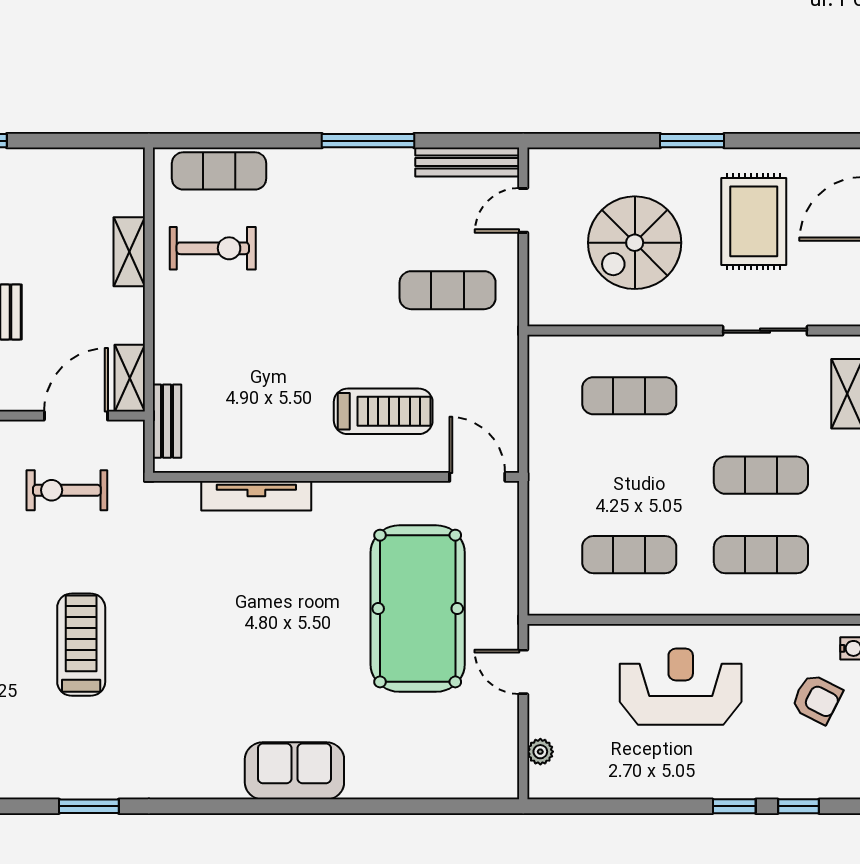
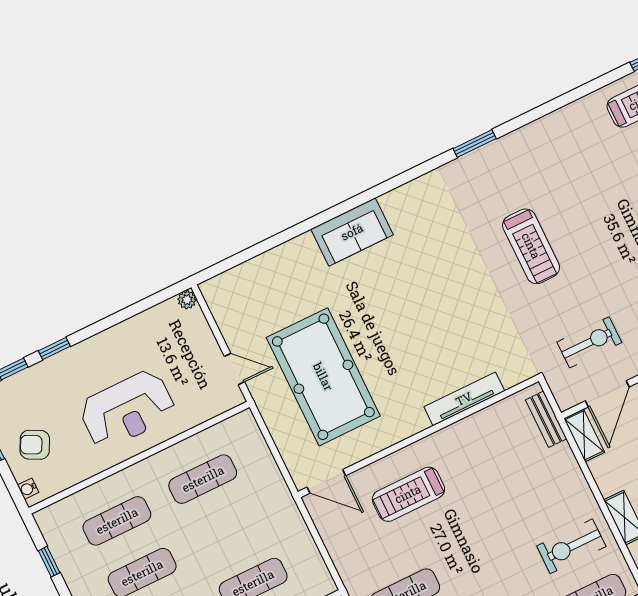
plant: (540, 752) -> (187, 300), moved

